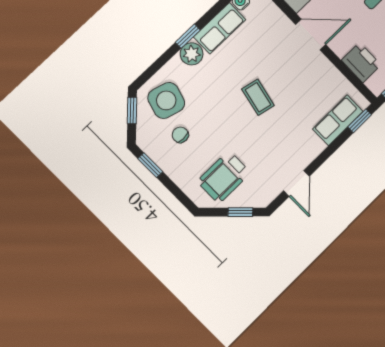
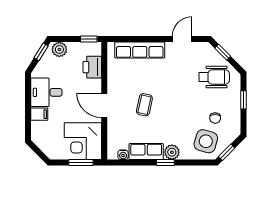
coffee table: (258, 97) -> (144, 105), moved
row of seats: (338, 120) -> (140, 50), width x1.48
window: (360, 121) -> (121, 39), removed
window: (150, 165) -> (243, 100), moved

